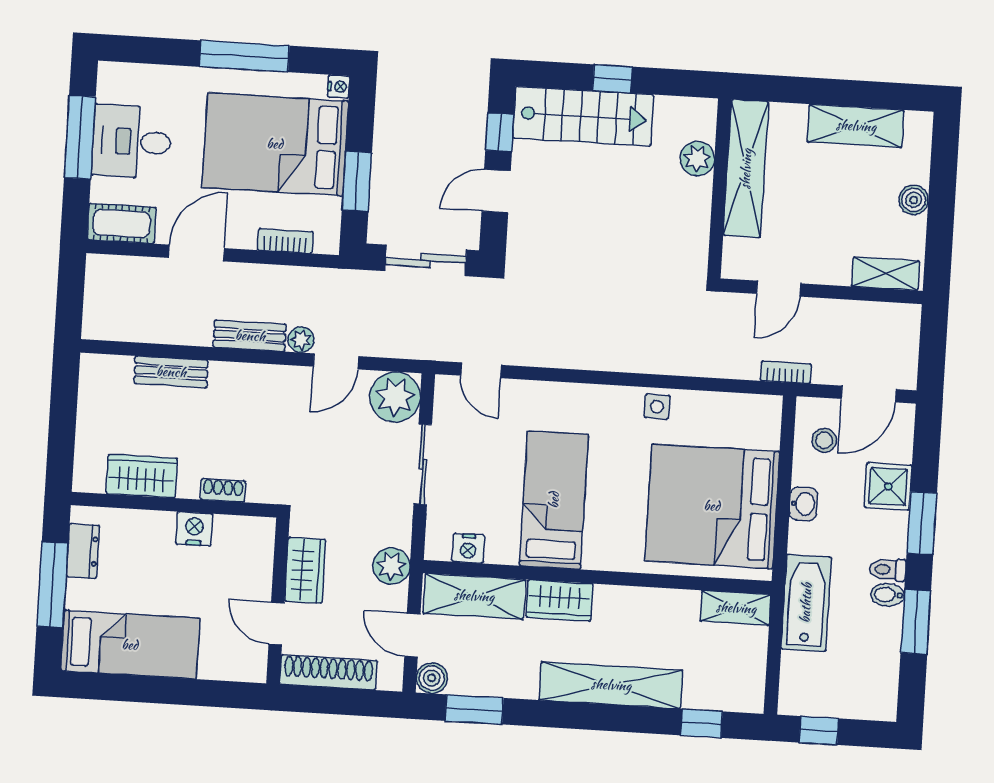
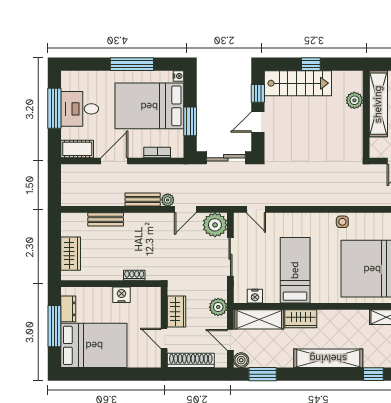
wardrobe: (142, 476) -> (71, 254), moved, turned 90
bed: (130, 645) -> (94, 345), width x1.50

